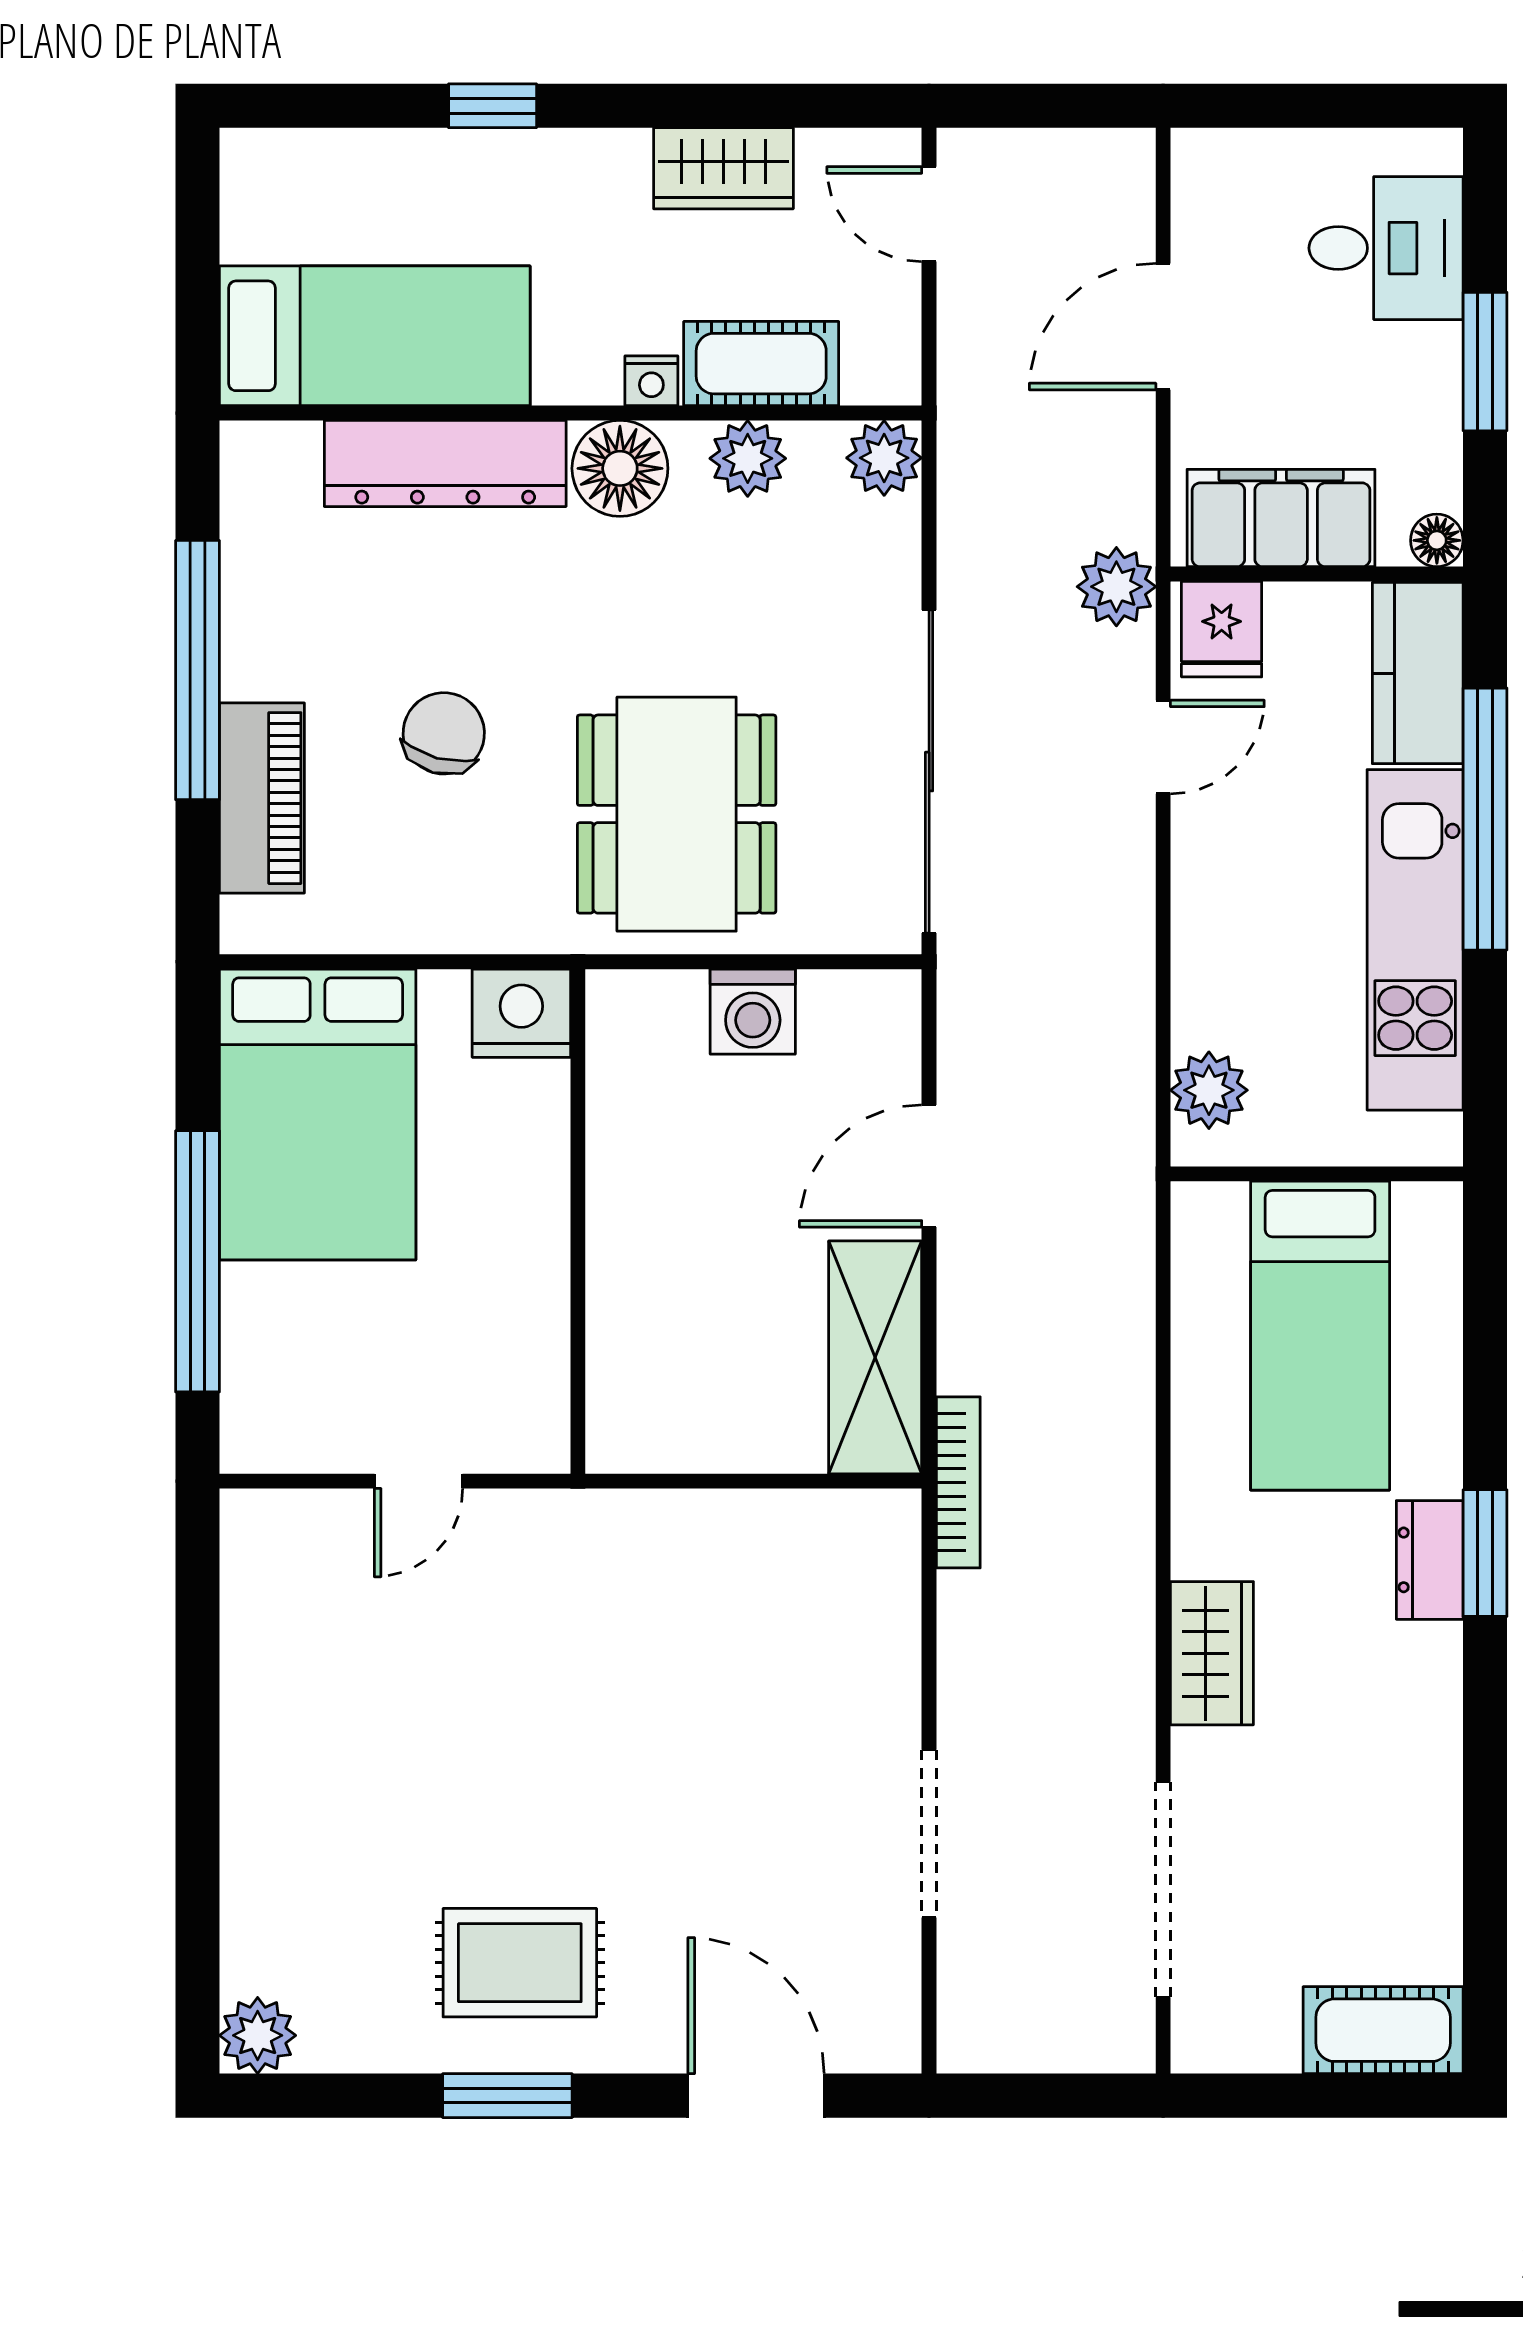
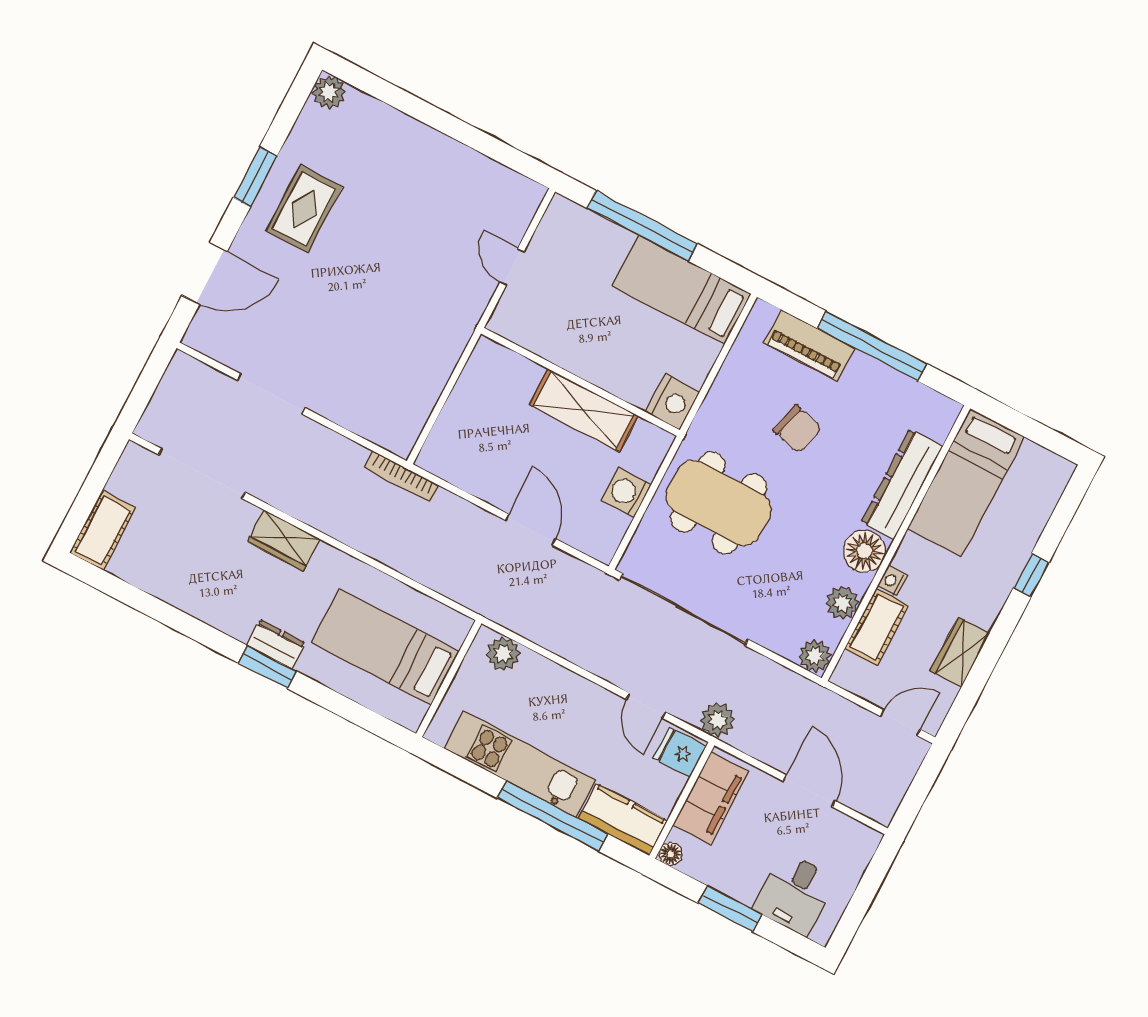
bed: (318, 1114) -> (681, 290), width x0.67
shelving: (875, 1357) -> (584, 410), moved

